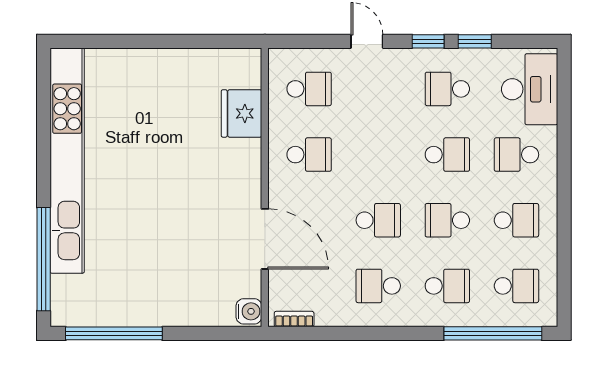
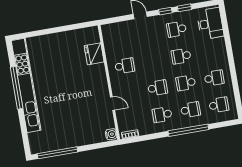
school desk: (309, 89) -> (120, 39), removed
school desk: (447, 155) -> (181, 56), turned 180
school desk: (516, 155) -> (209, 51), removed
door: (265, 239) -> (113, 103), width x0.53
window: (44, 259) -> (17, 88), moved
window: (493, 333) -> (188, 130), moved

